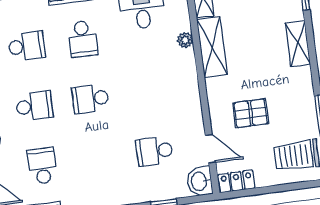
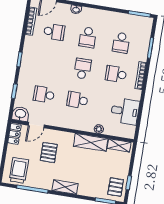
shelving: (298, 44) -> (65, 187), moved
school desk: (146, 91) -> (77, 100), added
school desk: (154, 151) -> (44, 95), turned -90

